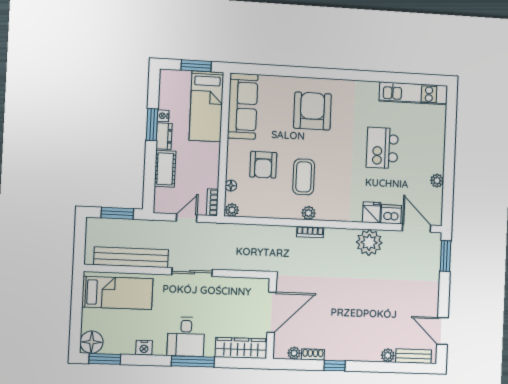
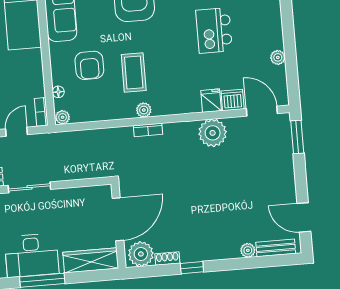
desk: (186, 337) -> (32, 255), width x1.37
plant: (294, 353) -> (141, 254), width x1.88, depth x1.88

